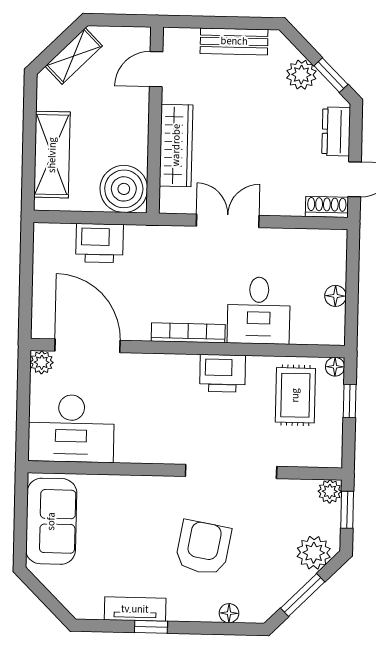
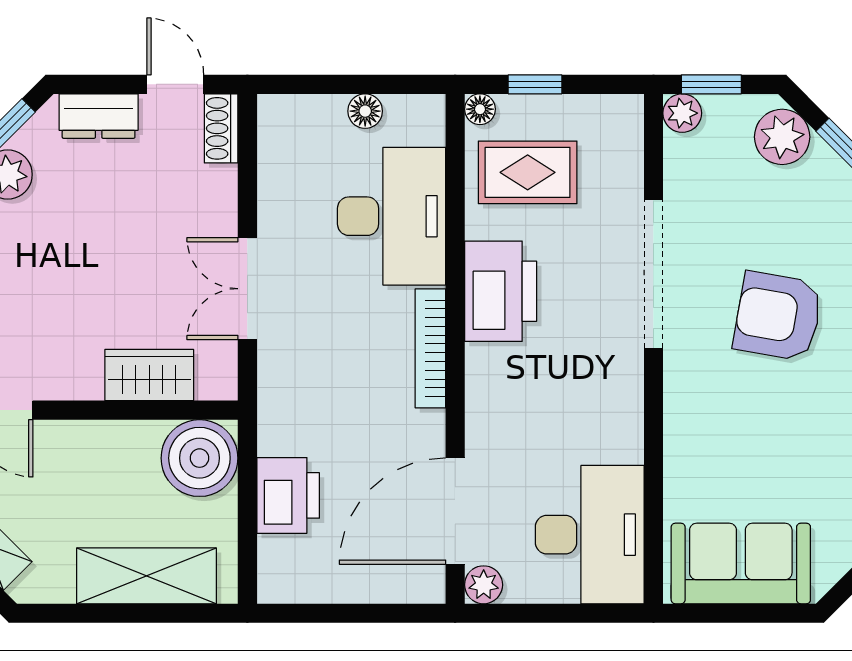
wardrobe: (176, 145) -> (149, 375), width x0.67
desk: (259, 310) -> (392, 216), width x1.37
printer: (223, 373) -> (501, 291), width x1.37, depth x1.19

